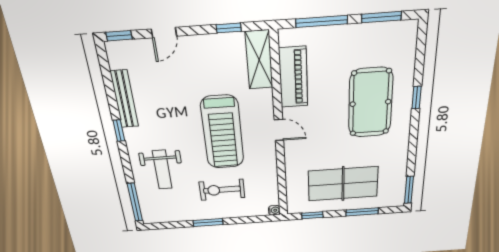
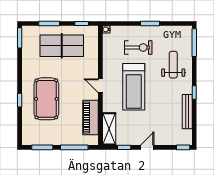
door: (164, 33) -> (147, 147), moved
treadmill: (222, 132) -> (134, 87), turned 180

